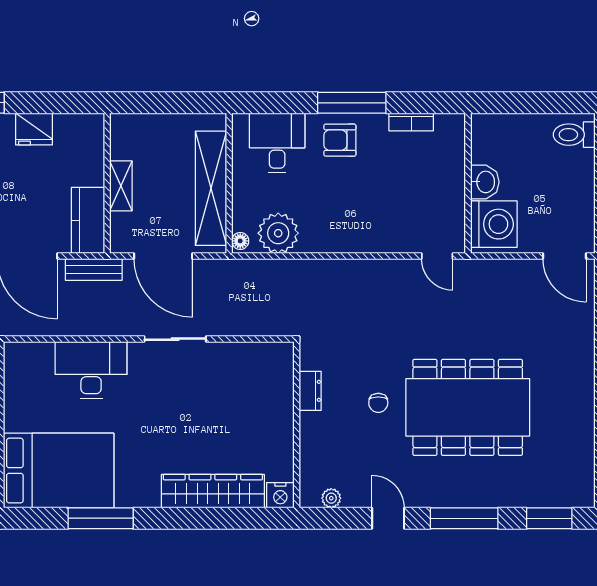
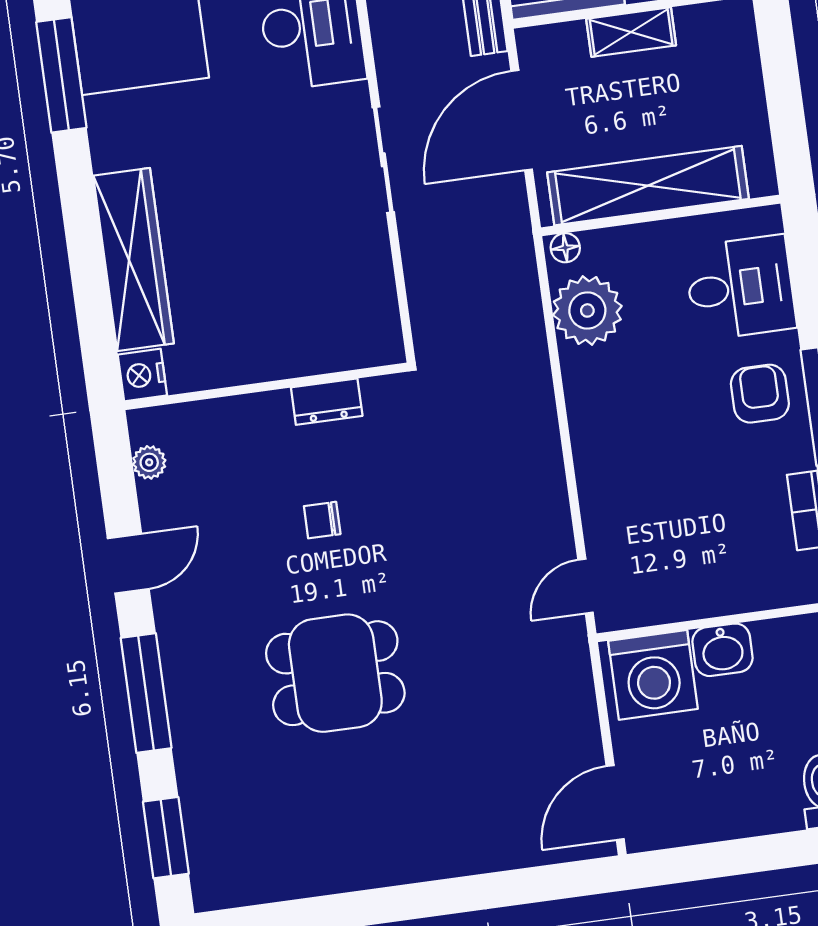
dining table: (468, 407) -> (335, 673), width x0.53, depth x0.80

